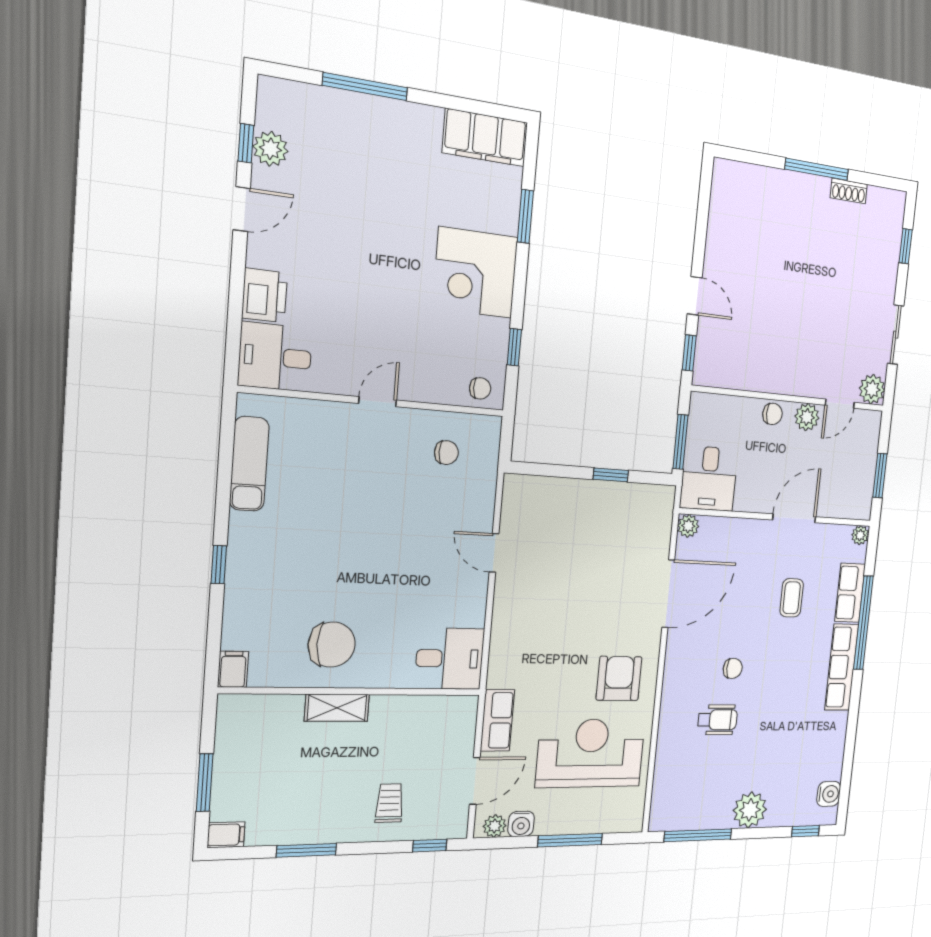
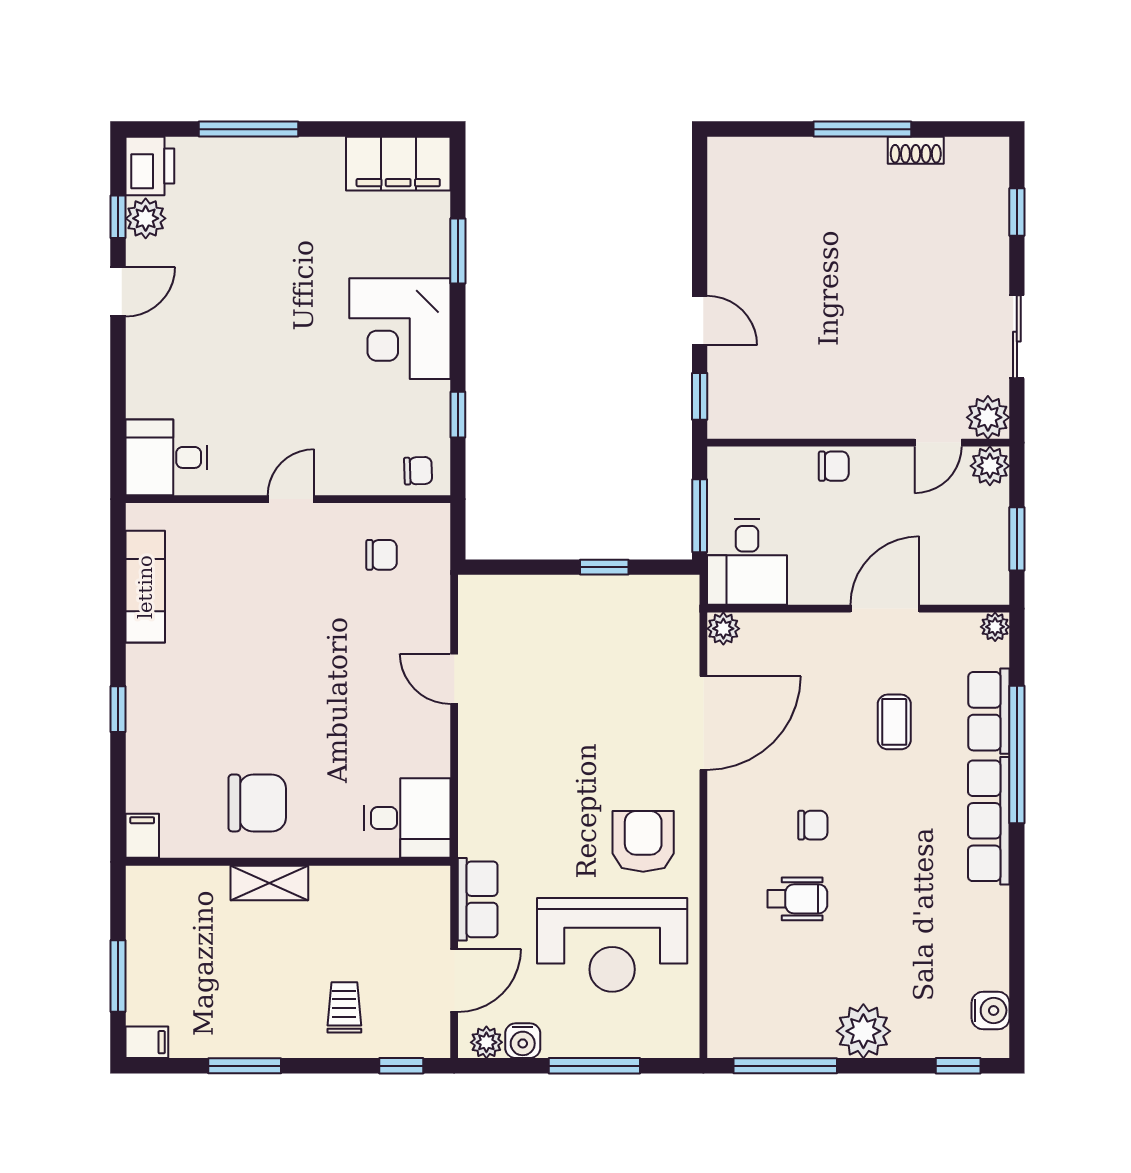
printer: (265, 295) -> (150, 166), moved
plant: (807, 417) -> (990, 466), moved
reception desk: (591, 753) -> (612, 945), turned 180

